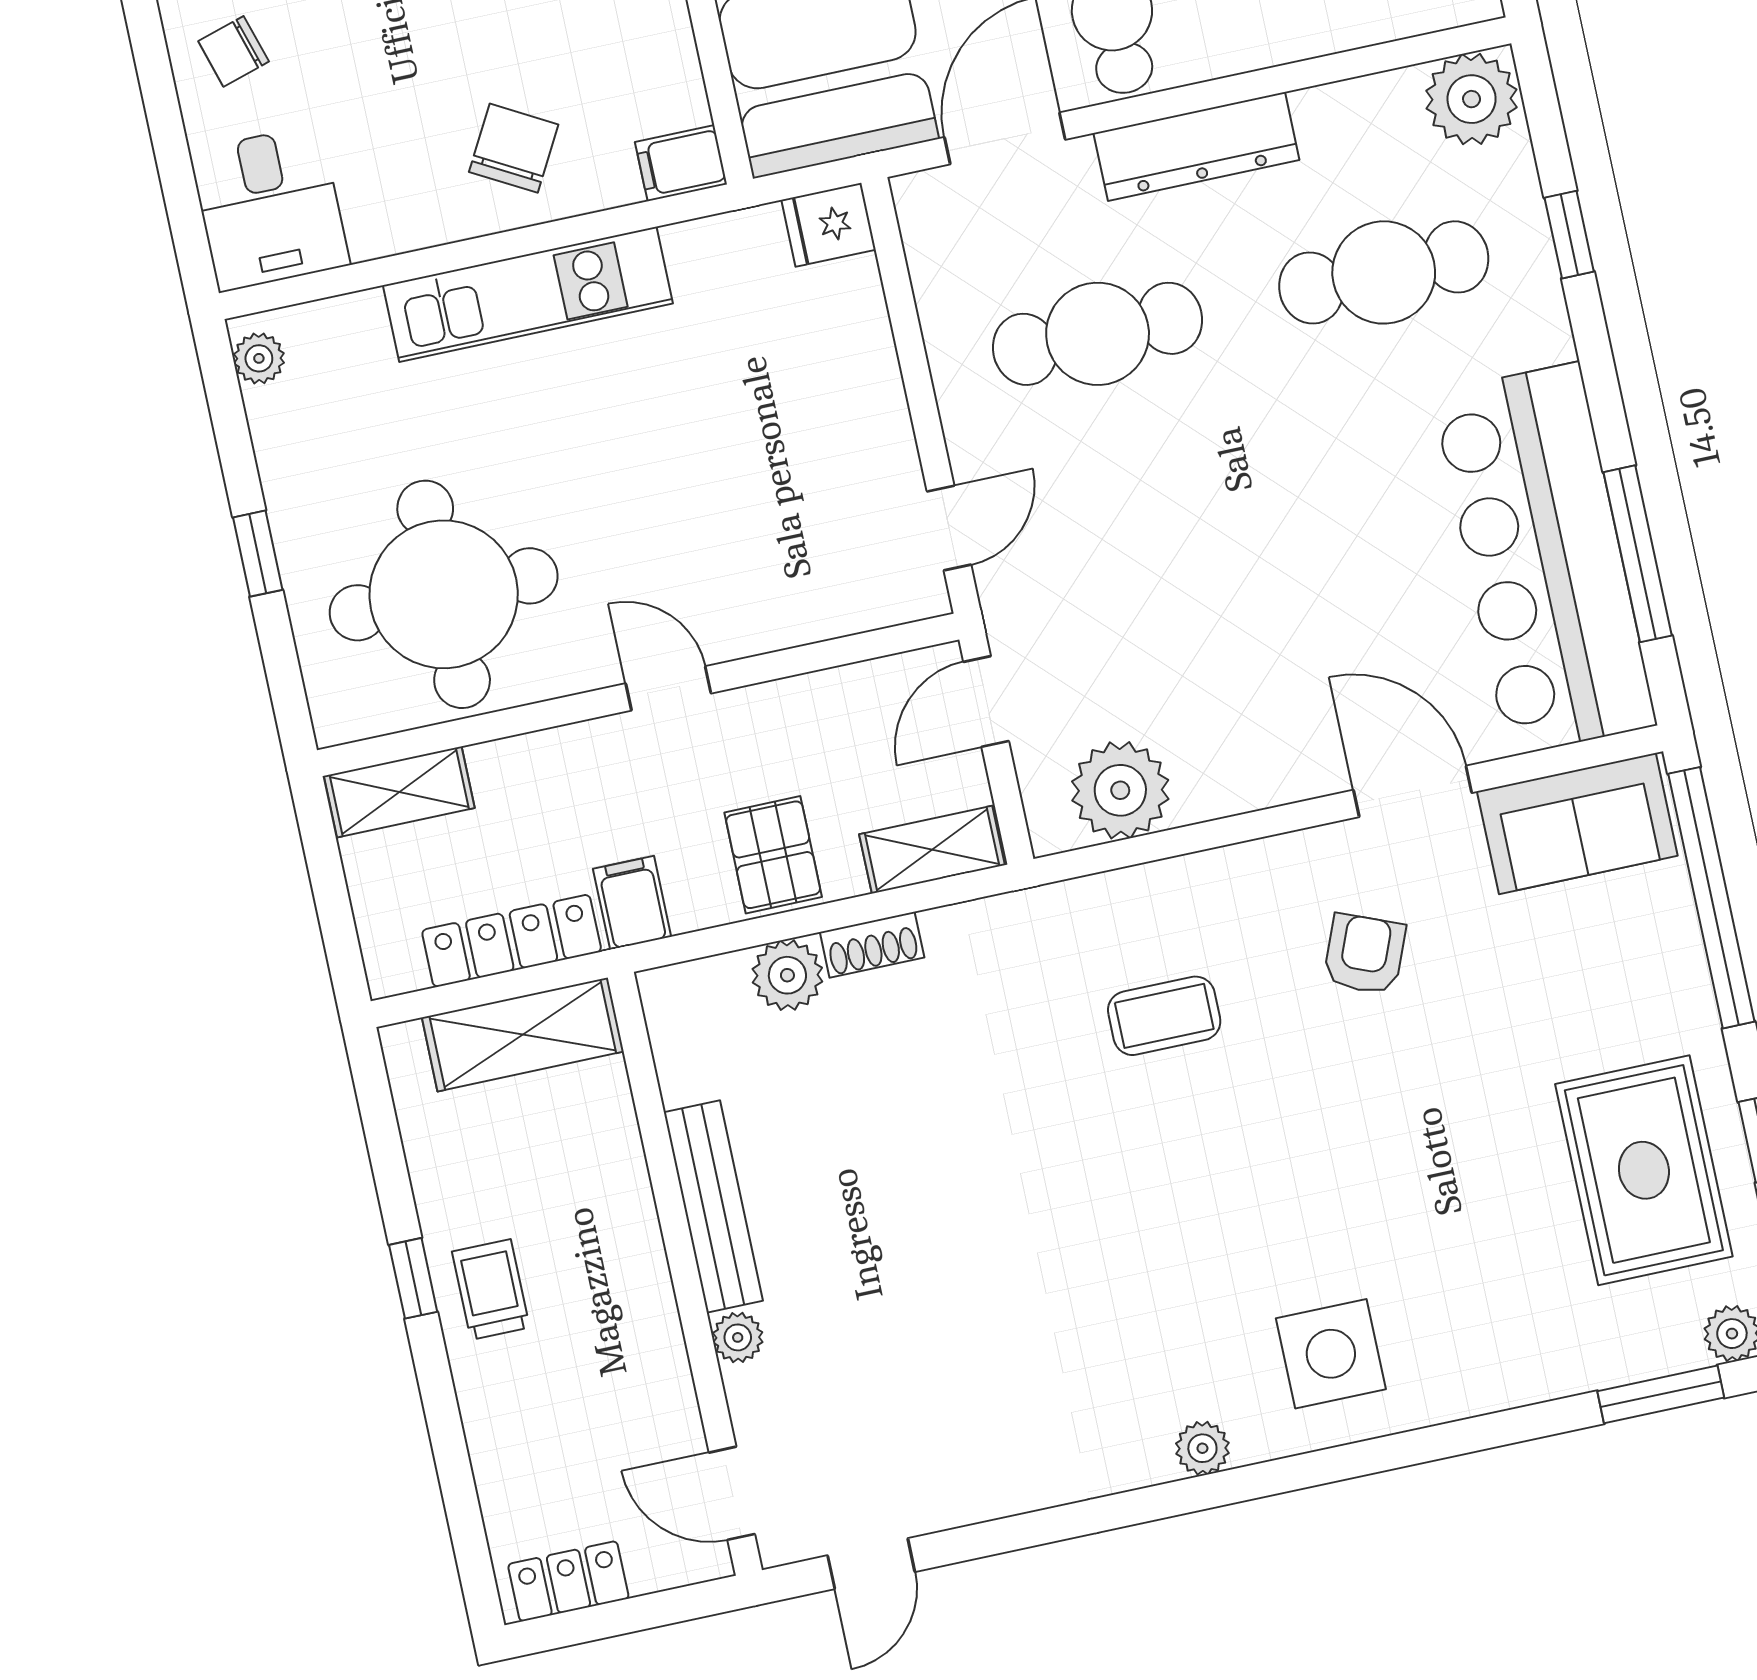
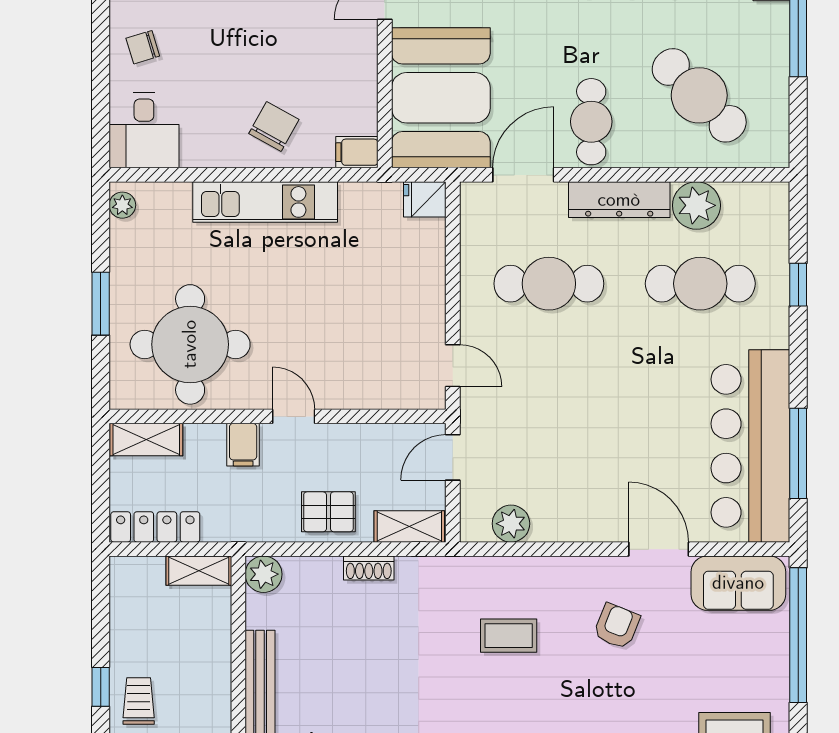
plant: (1472, 99) -> (696, 205), moved
door: (949, 528) -> (453, 366), hinge flipped
window: (258, 554) -> (101, 304), width x1.50
plant: (1120, 790) -> (511, 524), width x0.73, depth x0.73
pallet: (773, 855) -> (328, 512), turned 90
filing cabinet: (632, 903) -> (243, 445), moved, turned 180
locker: (512, 941) -> (155, 527), moved
plant: (787, 975) -> (264, 574), moved
shelving: (523, 1034) -> (199, 571), width x0.67, depth x0.75

